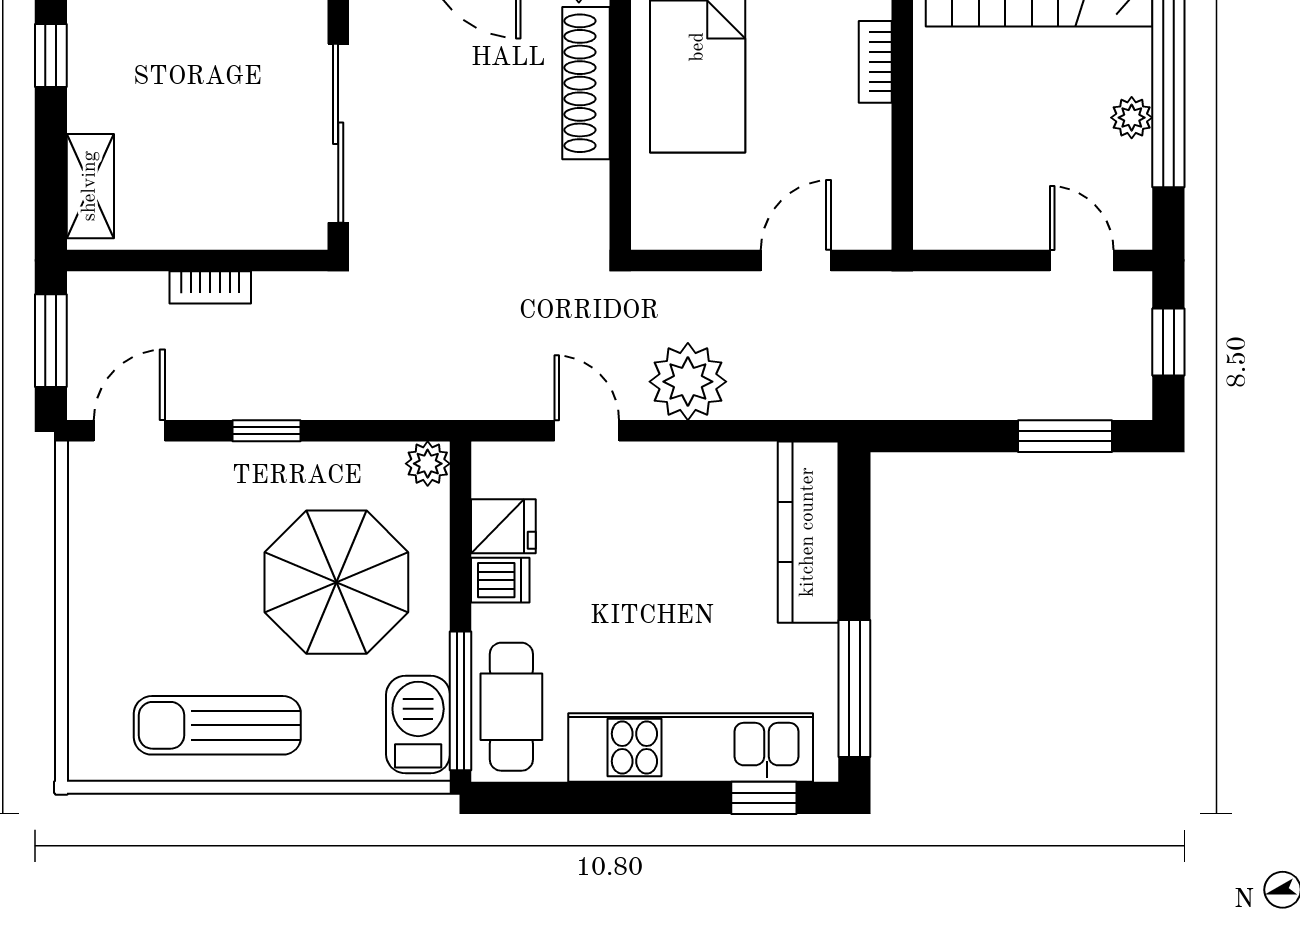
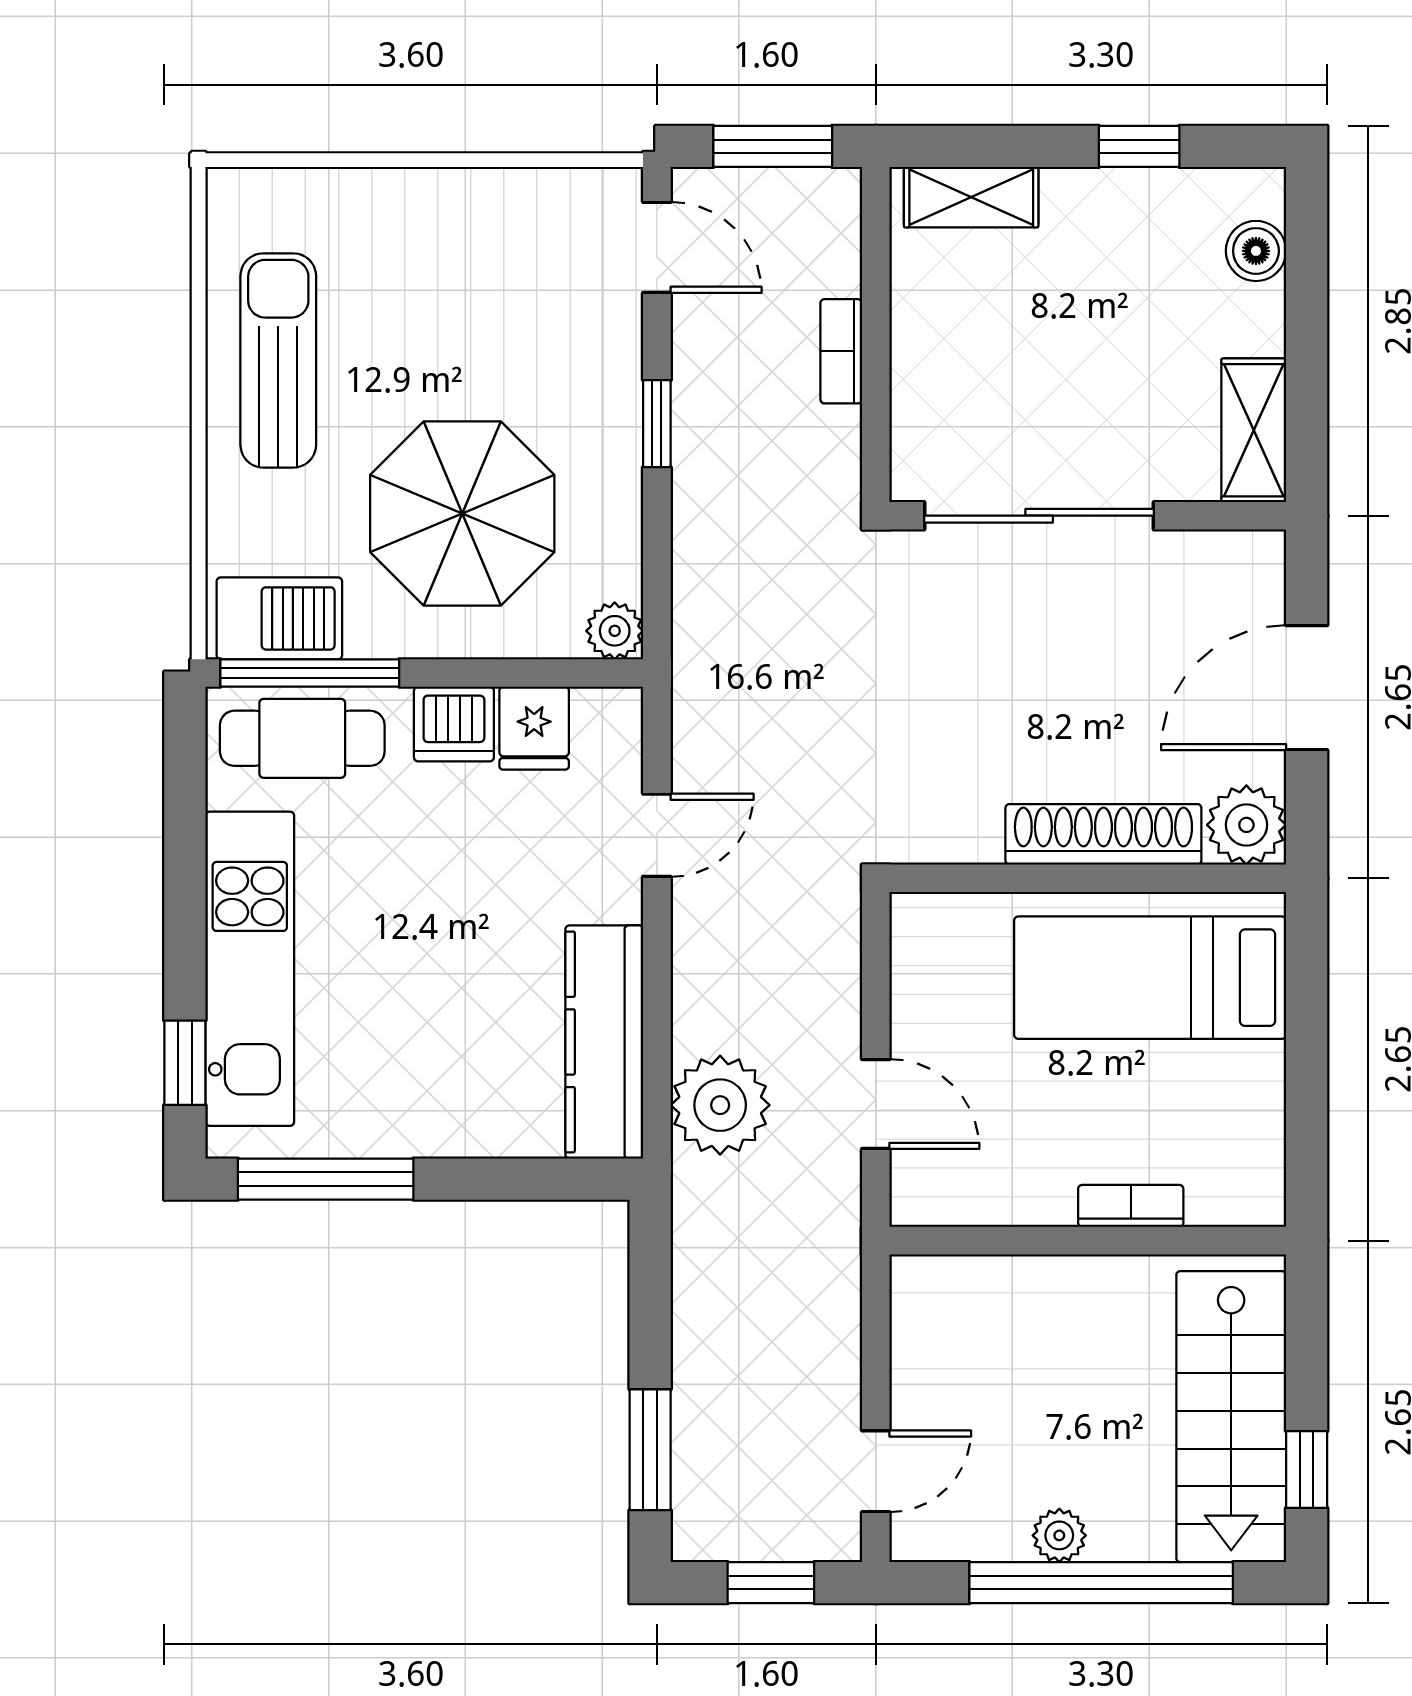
plant: (688, 382) -> (720, 1105), moved
kitchen counter: (808, 532) -> (604, 1042), moved, turned -90
dishwasher: (500, 580) -> (454, 724), width x1.38

